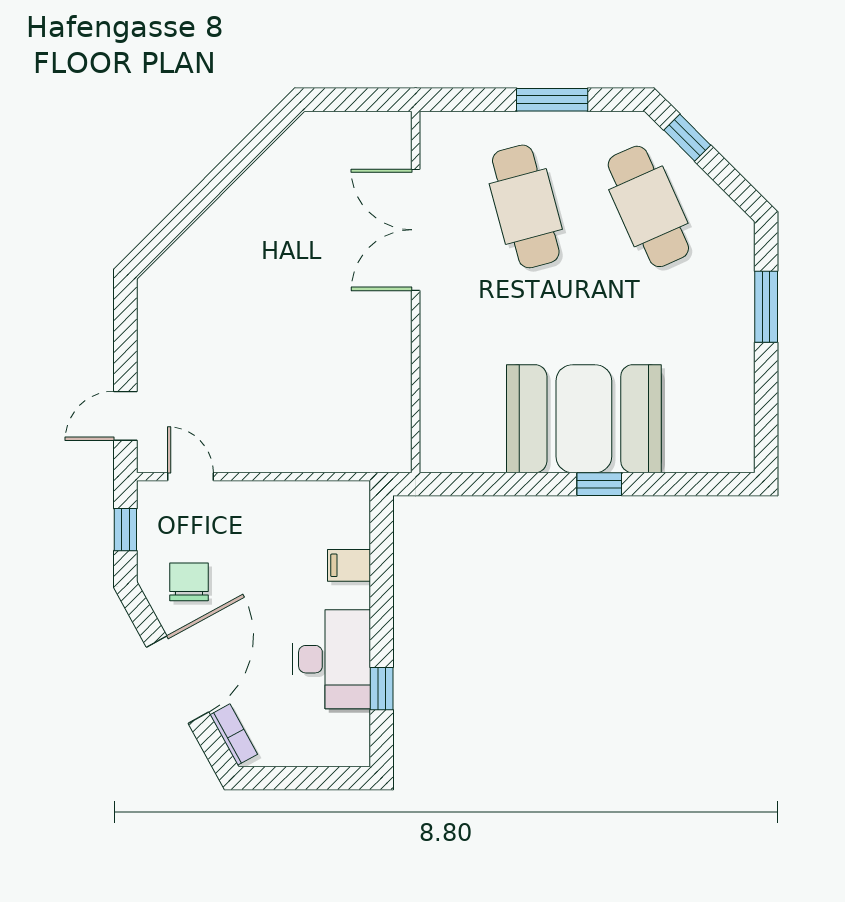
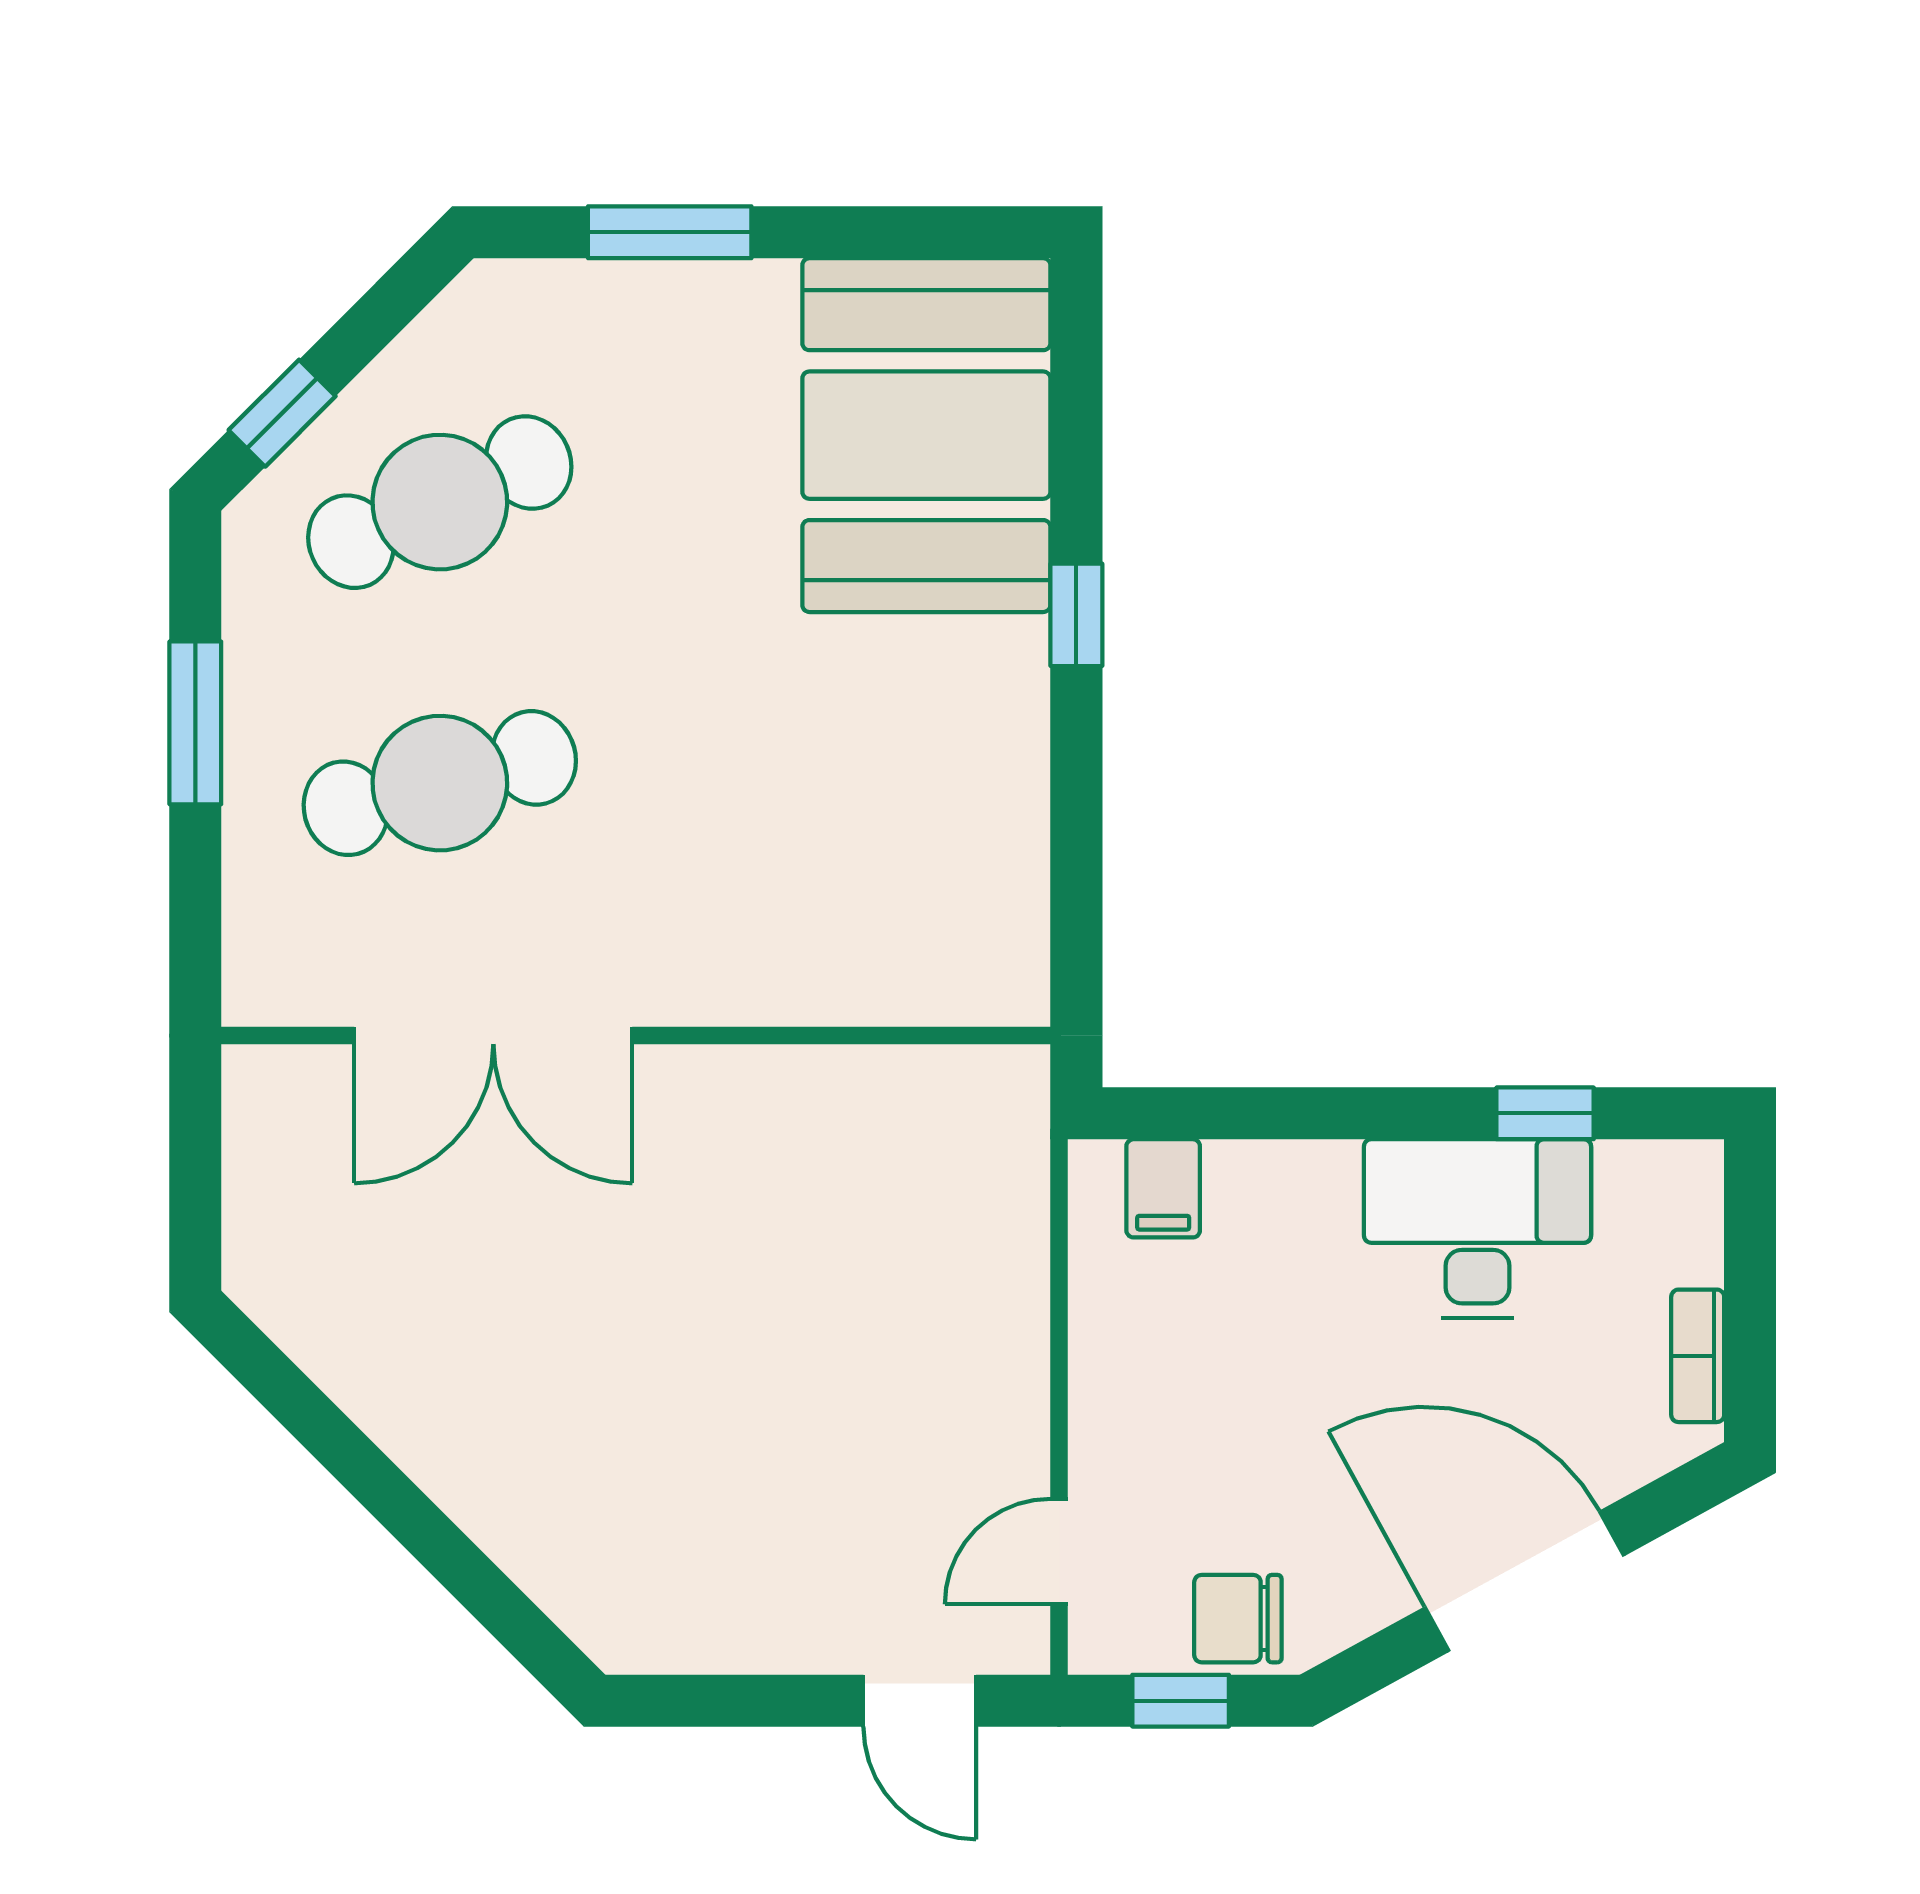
booth: (584, 419) -> (926, 435), moved
filing cabinet: (349, 565) -> (1163, 1188), moved
chair: (189, 582) -> (1238, 1619), moved
bookcase: (234, 735) -> (1698, 1356), moved, turned -61

